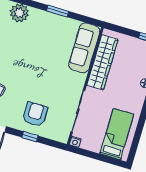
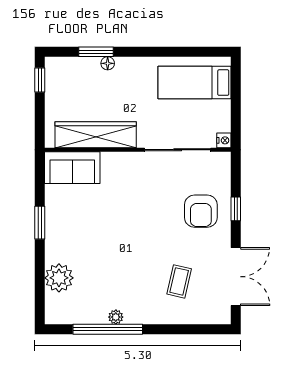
sofa: (84, 48) -> (72, 168), width x0.73
armchair: (35, 114) -> (201, 211), turned -90

